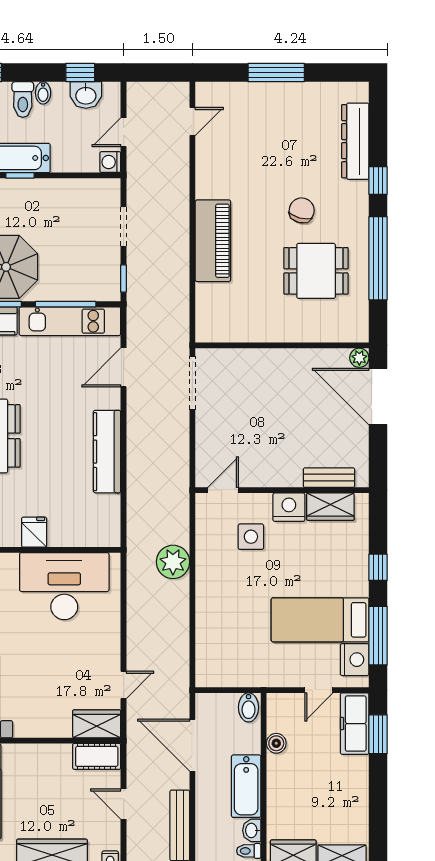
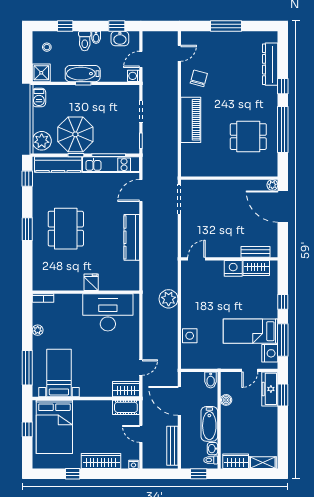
chair: (302, 210) -> (199, 78), moved
side table: (251, 537) -> (190, 336), moved

